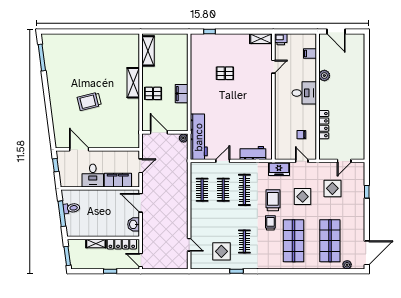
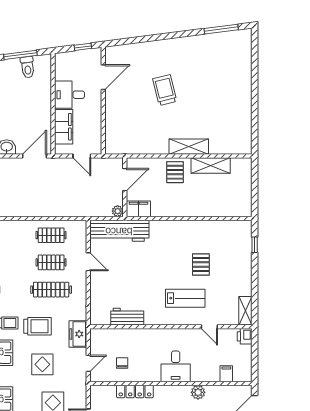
shelving: (148, 51) -> (211, 166), moved
lab bench: (251, 86) -> (185, 298), added
filing cabinet: (182, 94) -> (139, 209), moved
workbench: (253, 153) -> (127, 317), moved, turned -90

